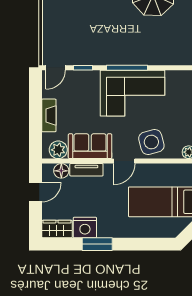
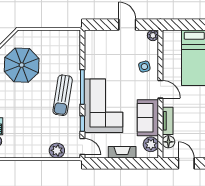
plant: (51, 37) -> (57, 150), added
sun lounger: (117, 44) -> (63, 95), added
corner sofa: (132, 93) -> (104, 106), moved
side table: (151, 142) -> (144, 67), width x0.54, depth x0.54

